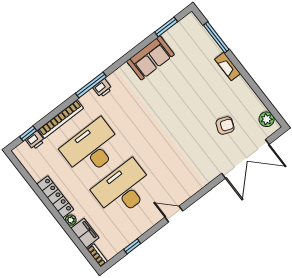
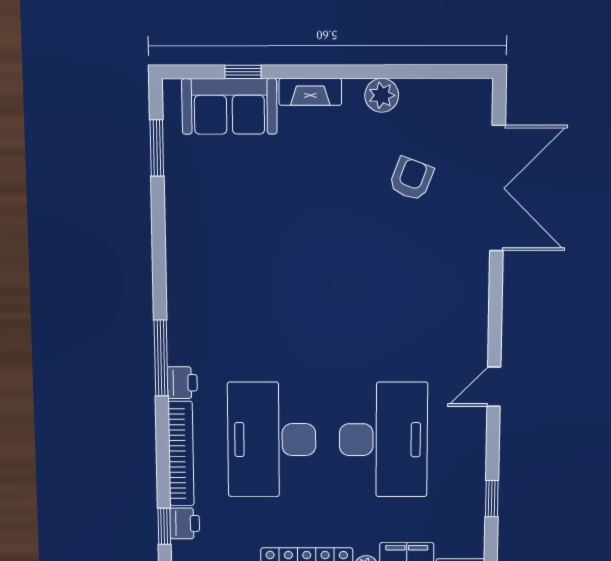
window: (216, 37) -> (243, 72), width x0.46
sofa: (151, 58) -> (229, 106), moved, turned 90
printer: (103, 88) -> (182, 383), moved
plant: (267, 119) -> (382, 95), moved
desk: (123, 189) -> (383, 440), turned 180

